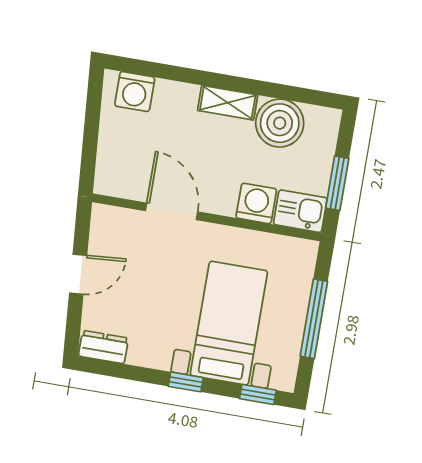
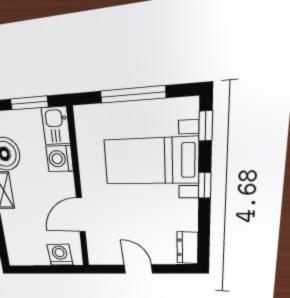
washing machine: (135, 92) -> (60, 255), moved, turned -95

